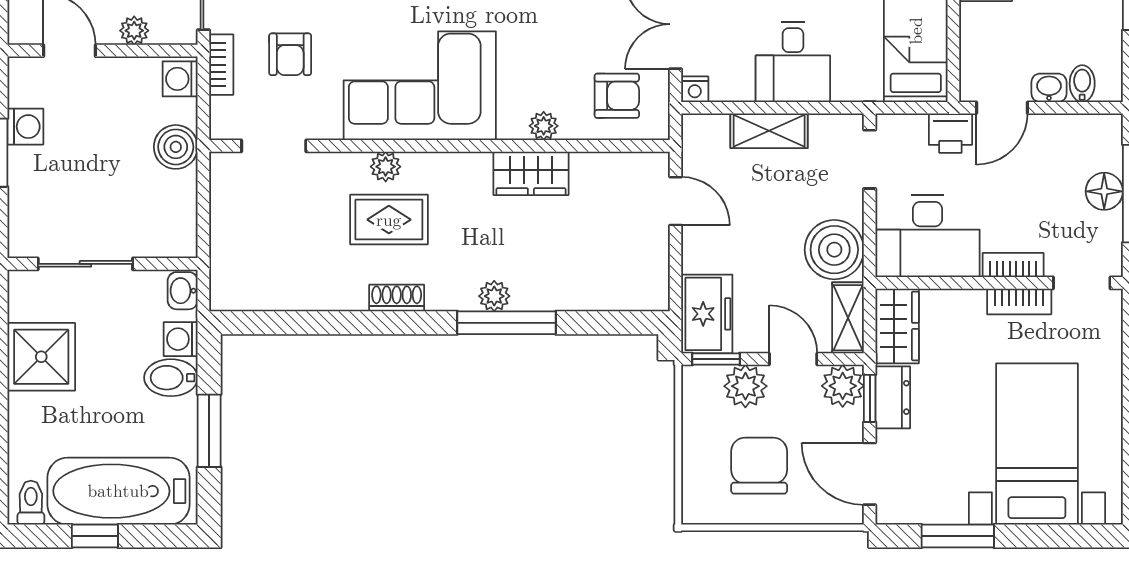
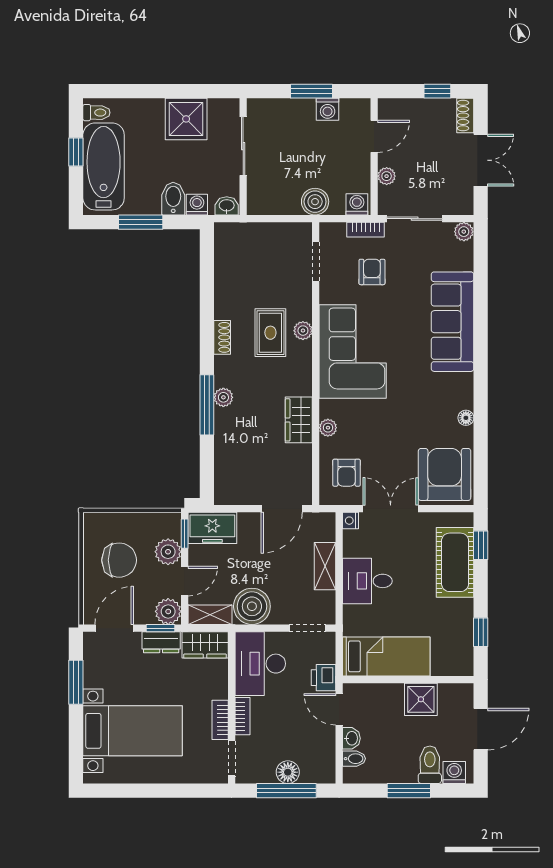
armchair: (290, 54) -> (372, 272), turned 90
door: (675, 201) -> (282, 509), width x1.38

